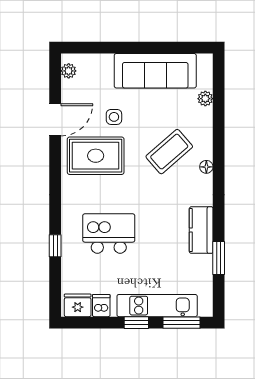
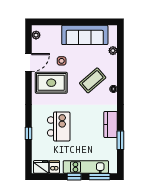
kitchen island: (109, 234) -> (59, 126), turned 90

